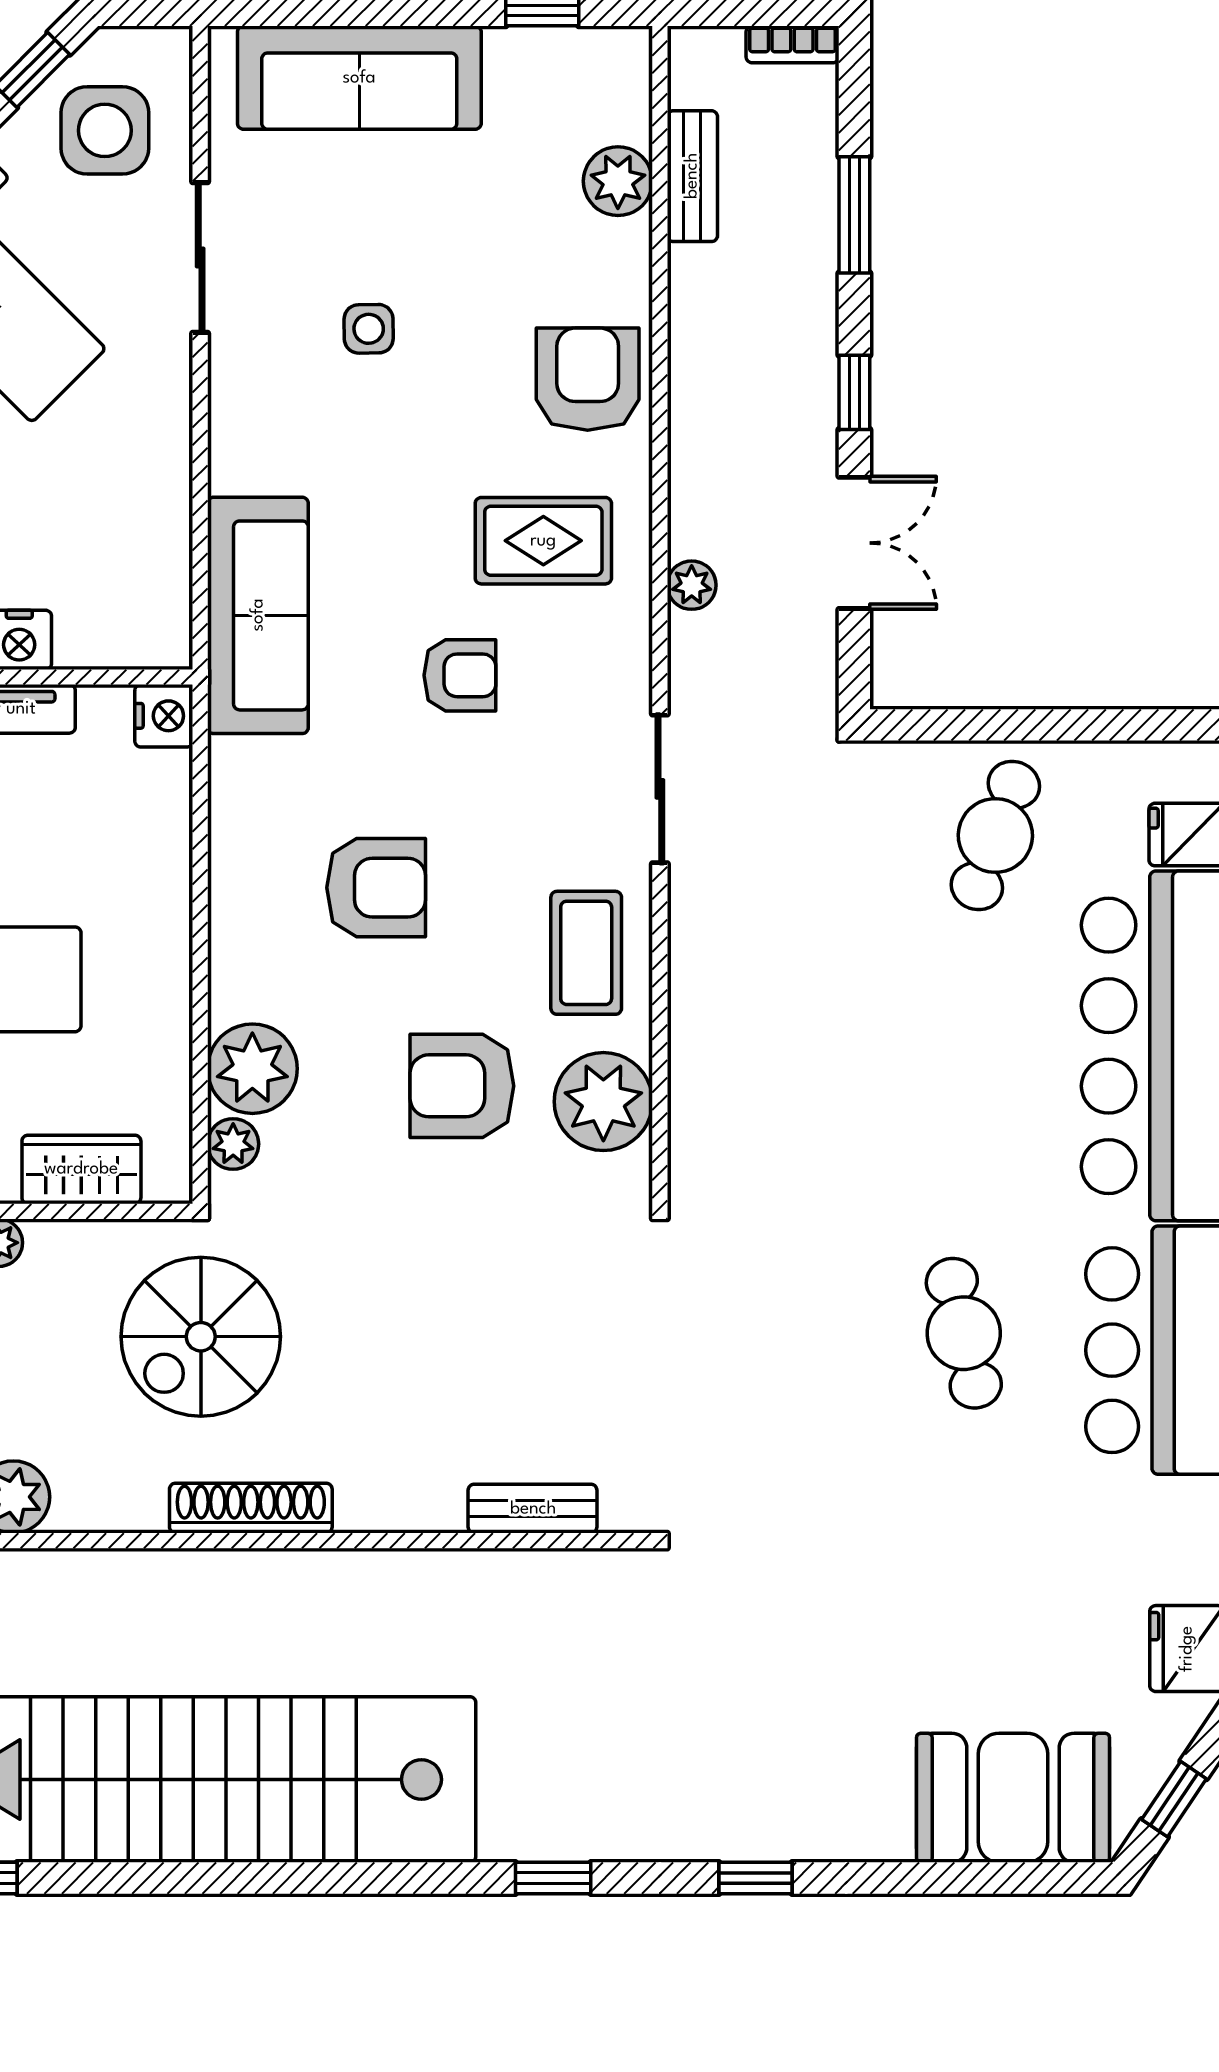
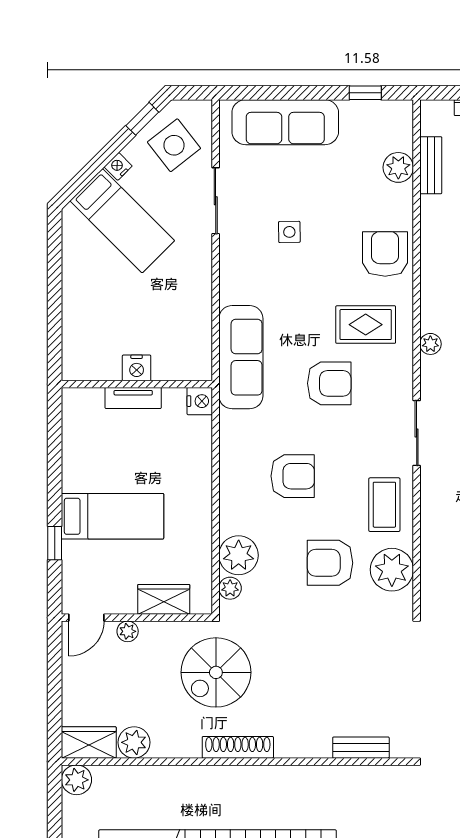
side table: (105, 130) -> (174, 145), turned -38
armchair: (460, 675) -> (329, 383), width x1.38, depth x1.38

